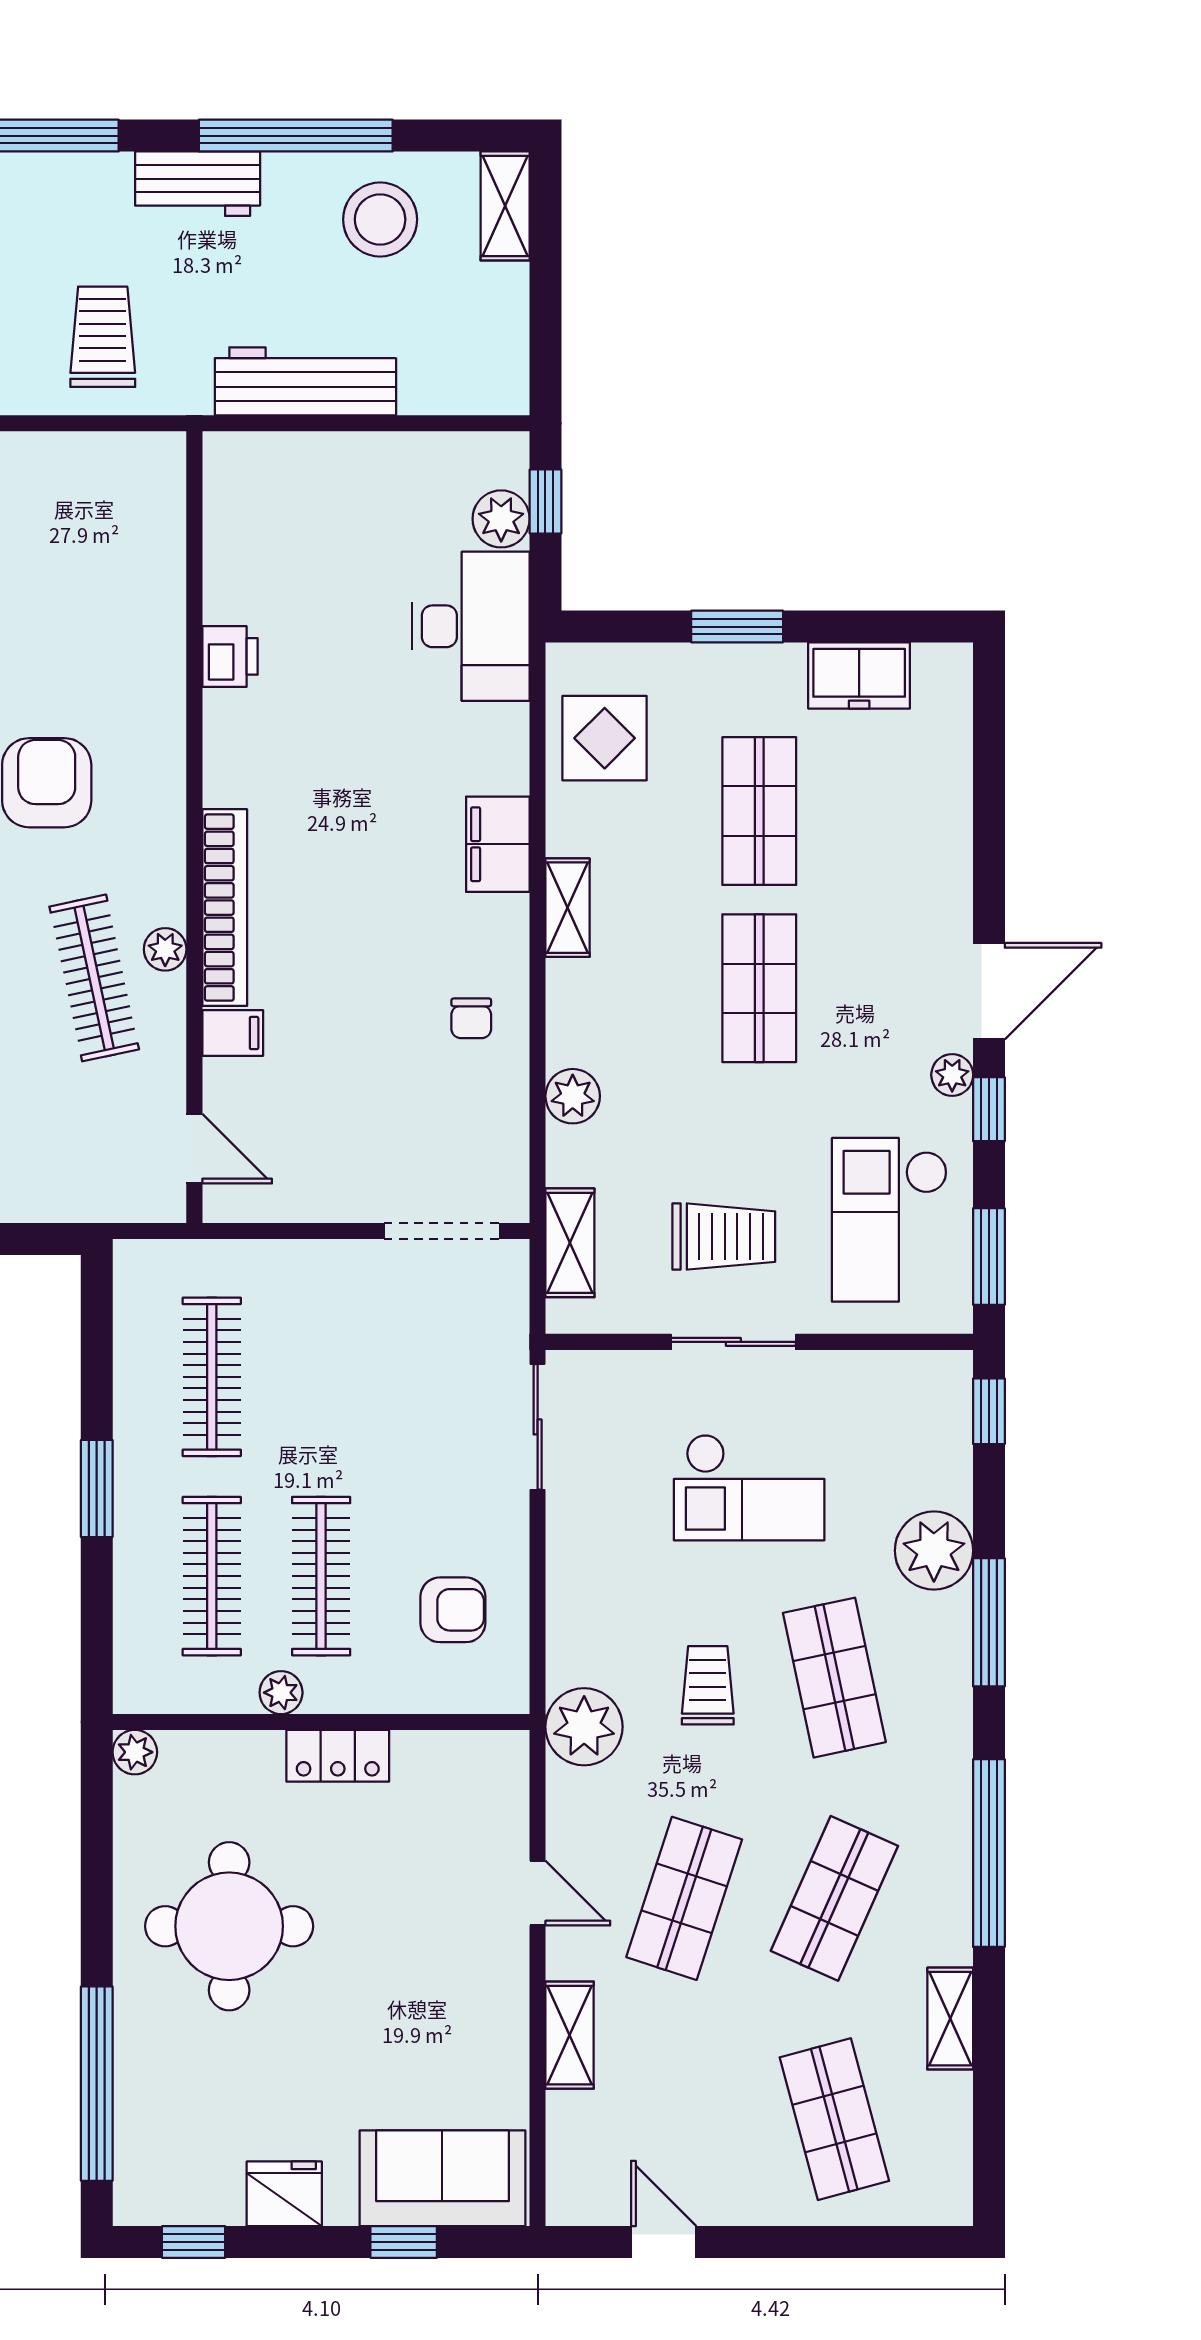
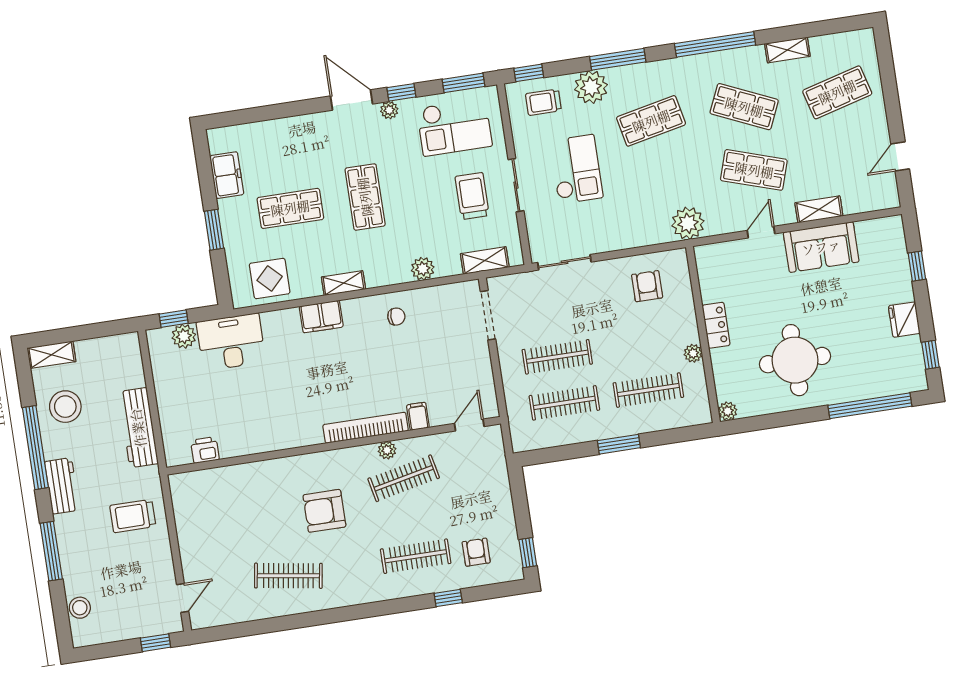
printer: (230, 656) -> (205, 450), moved
shop shelf: (759, 988) -> (365, 197), turned 90
clothes rail: (321, 1576) -> (557, 357), moved
trolley: (708, 1685) -> (543, 102), moved
sofa: (442, 2178) -> (821, 247), moved, turned -90

